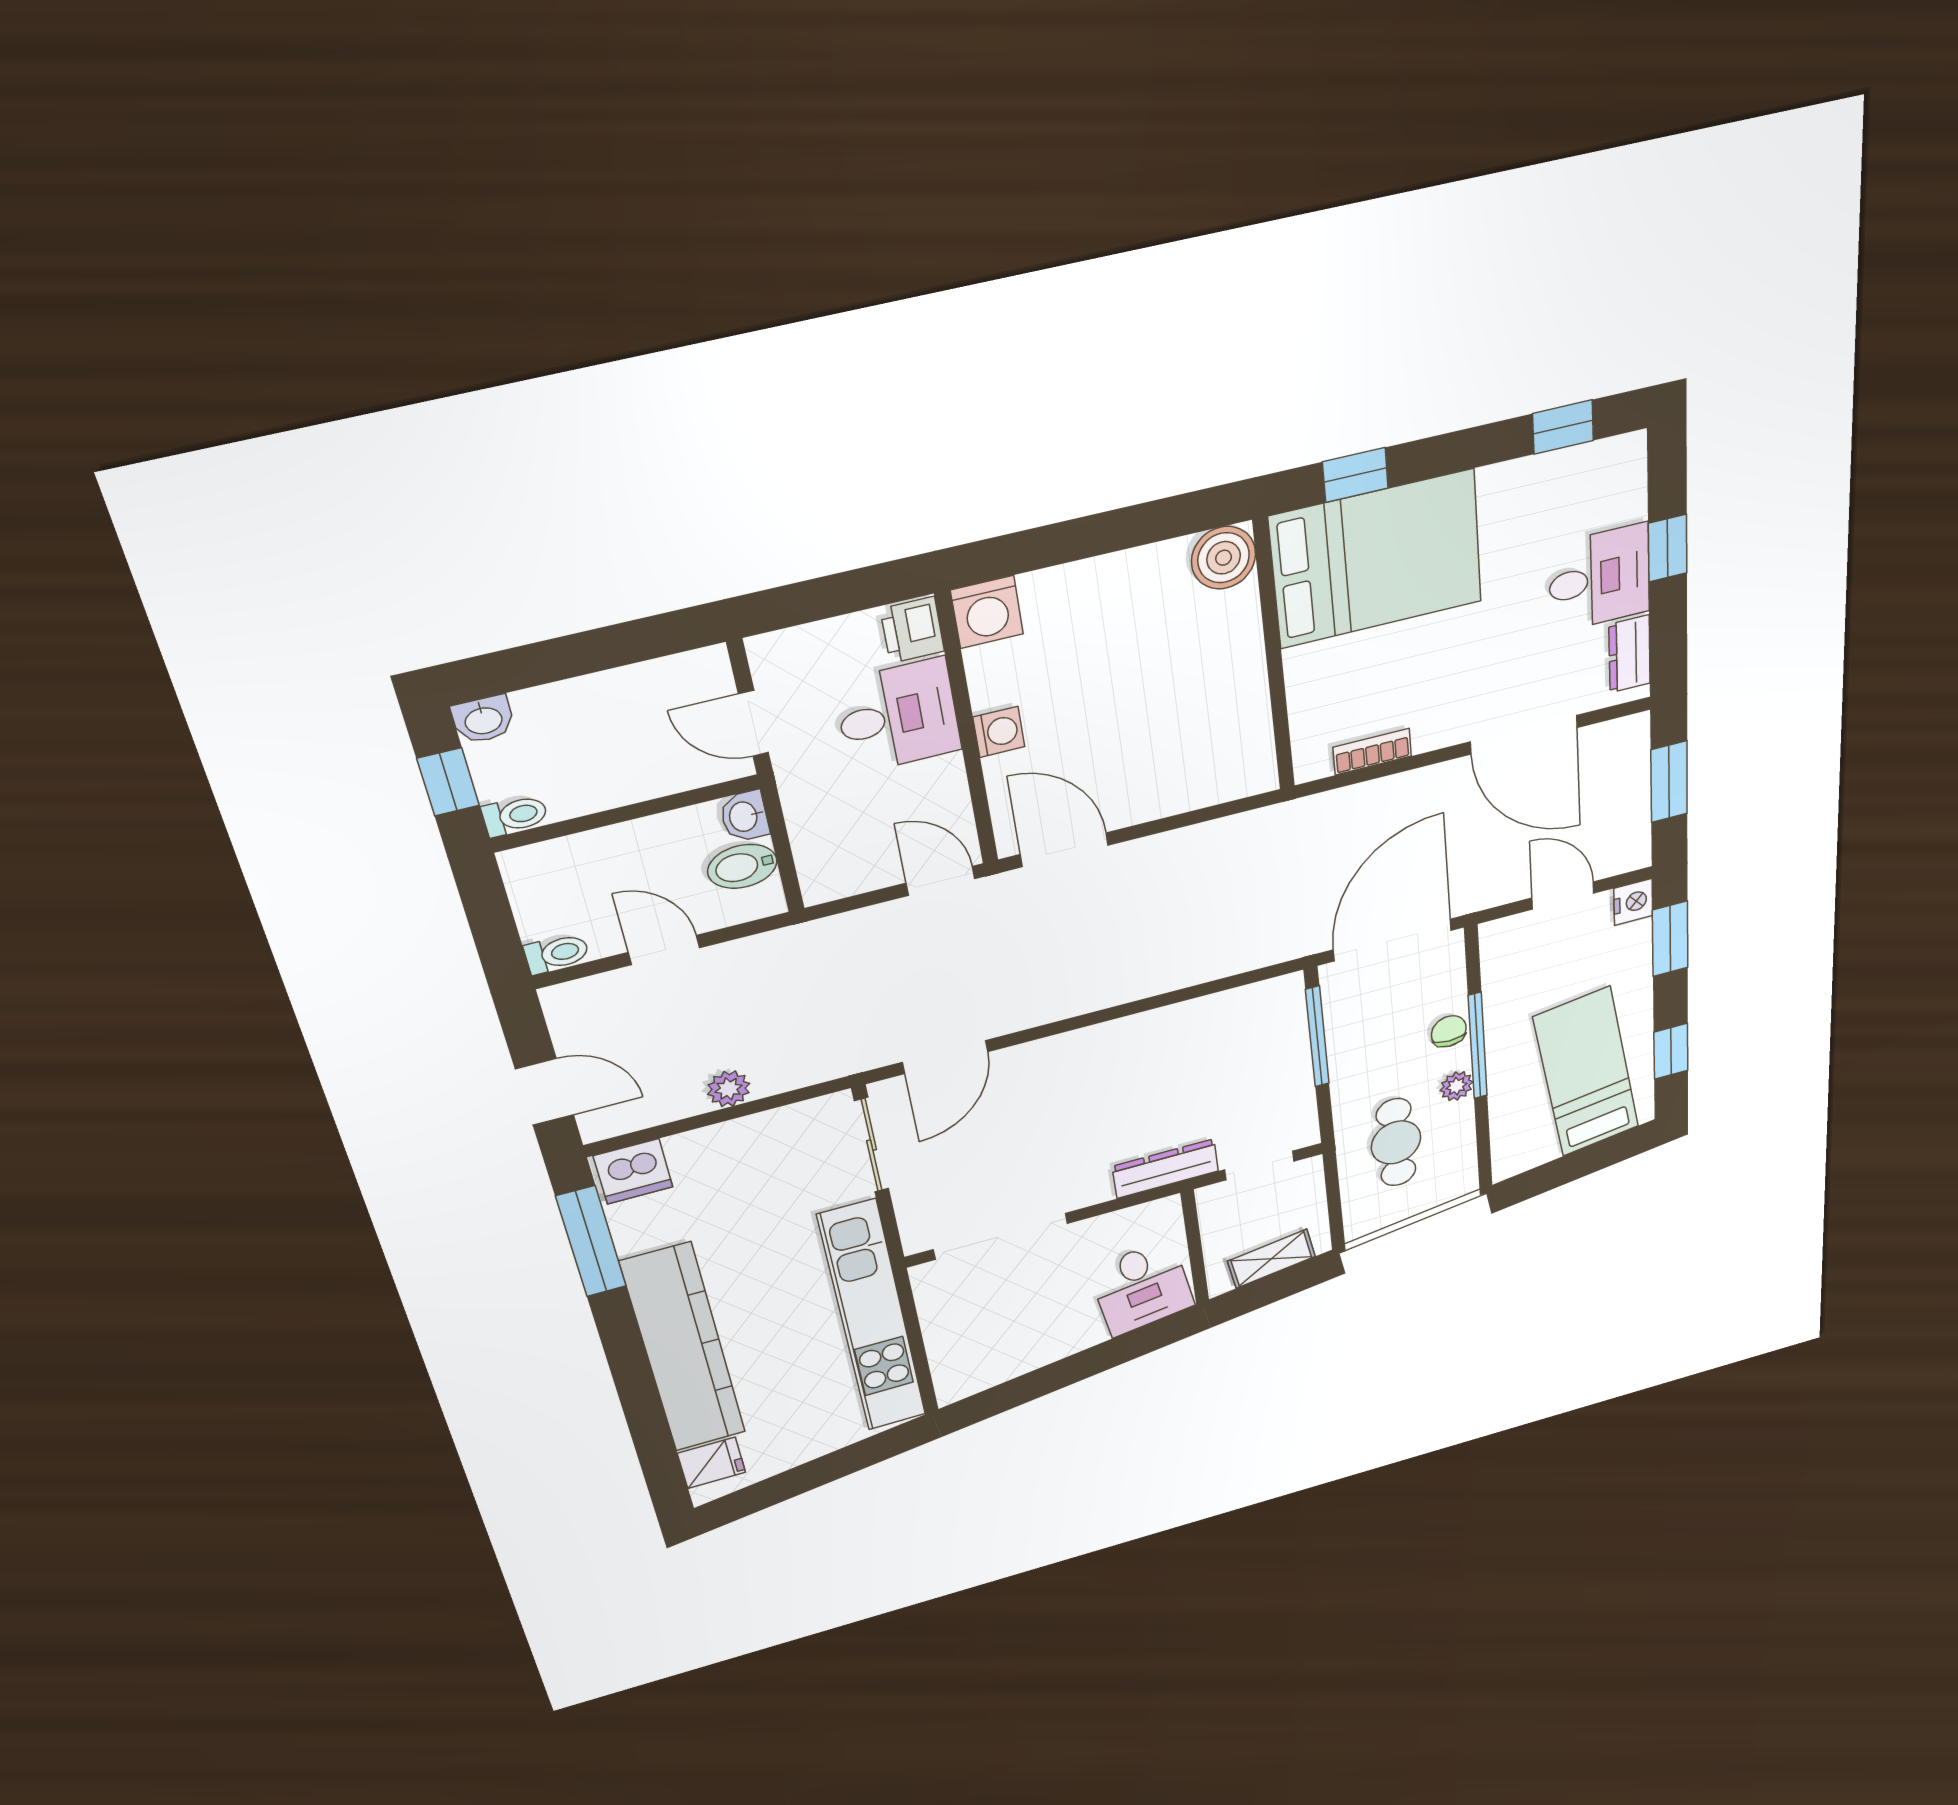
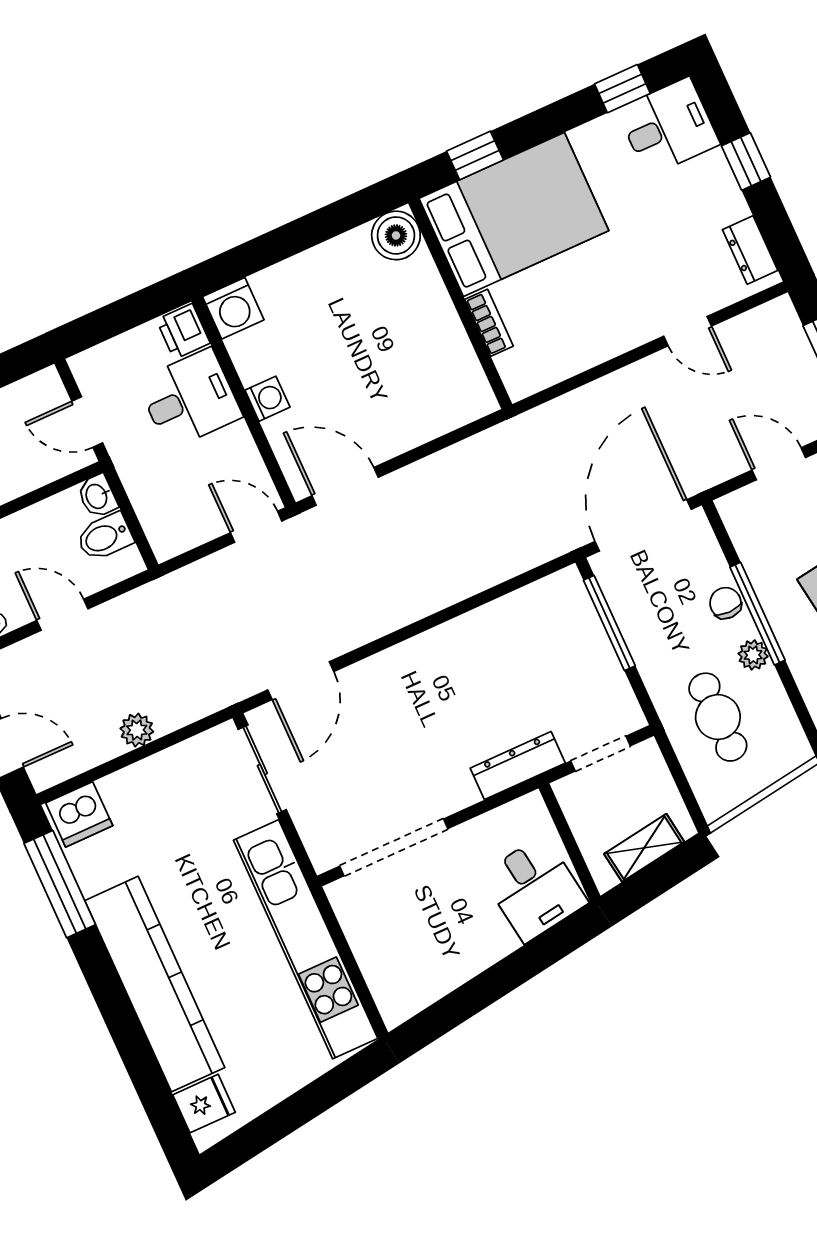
desk: (1599, 578) -> (668, 127), moved
door: (1524, 735) -> (688, 331), width x0.53
bookcase: (1372, 752) -> (489, 323), moved, turned 90

